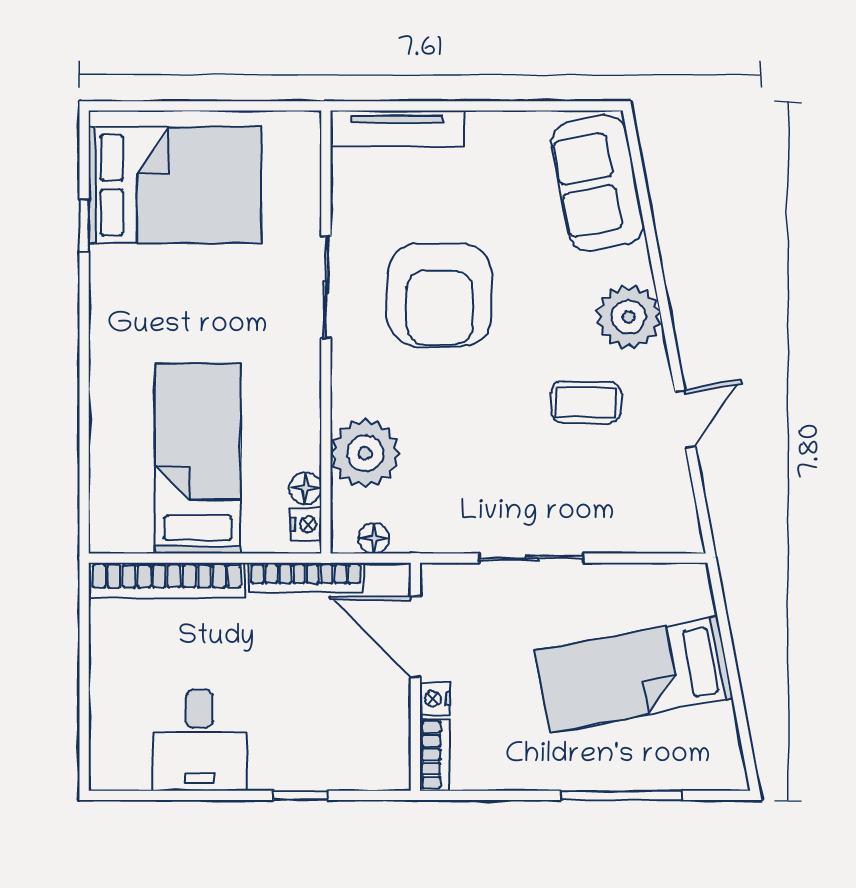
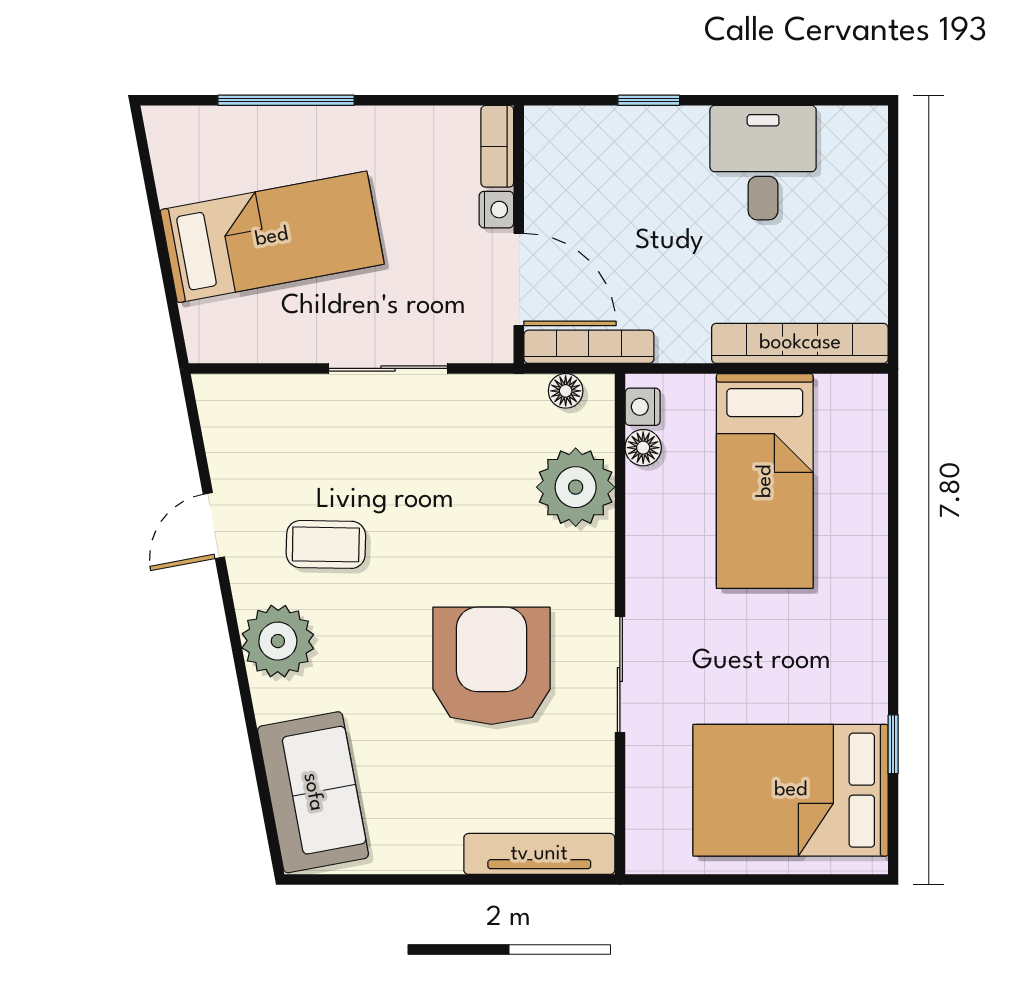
bookcase: (306, 577) -> (589, 347), moved

